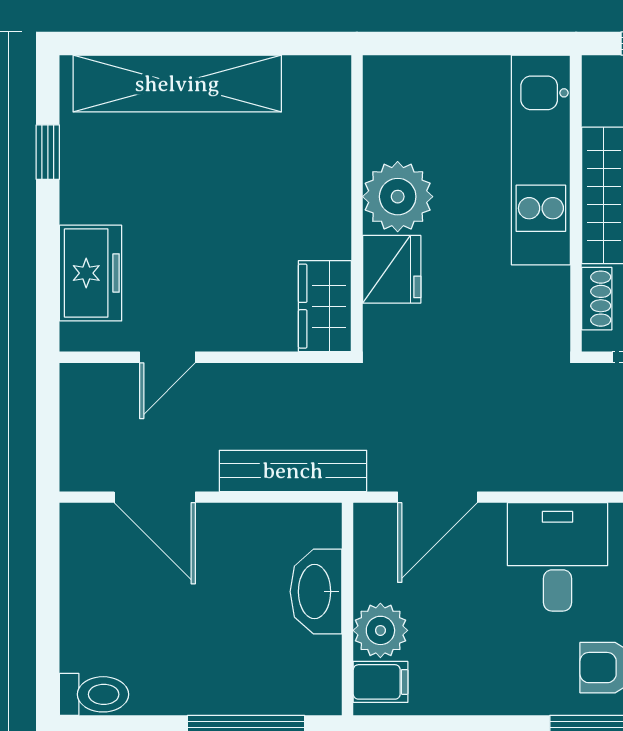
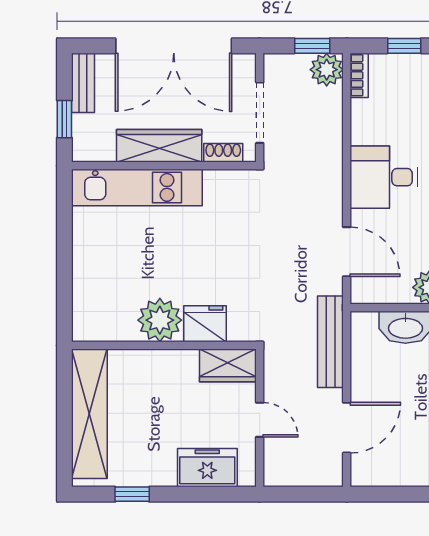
plant: (398, 197) -> (160, 320), moved
wall: (357, 203) -> (164, 345), moved
fridge: (392, 269) -> (205, 324), moved
wardrobe: (325, 306) -> (228, 365), moved

